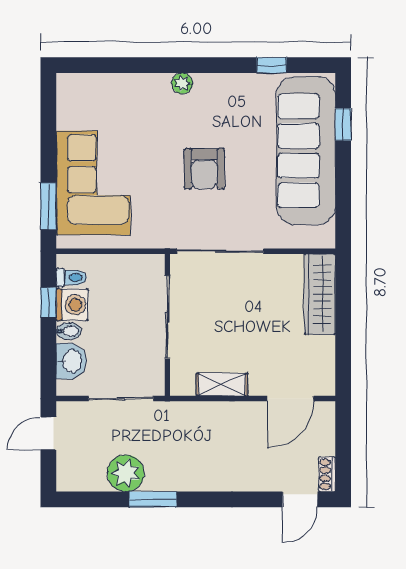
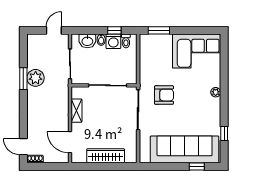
armchair: (204, 169) -> (164, 95), moved, turned 180
corner sofa: (93, 183) -> (197, 51), moved
wardrobe: (320, 294) -> (106, 156), moved
door: (48, 433) -> (54, 30), hinge flipped
plant: (126, 473) -> (36, 78), moved

